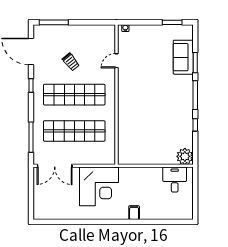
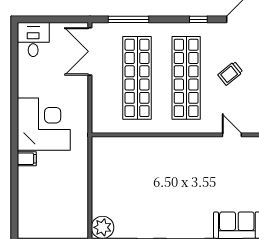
desk: (175, 180) -> (33, 40), moved, turned -90
corner desk: (99, 186) -> (44, 124), moved, turned 180

